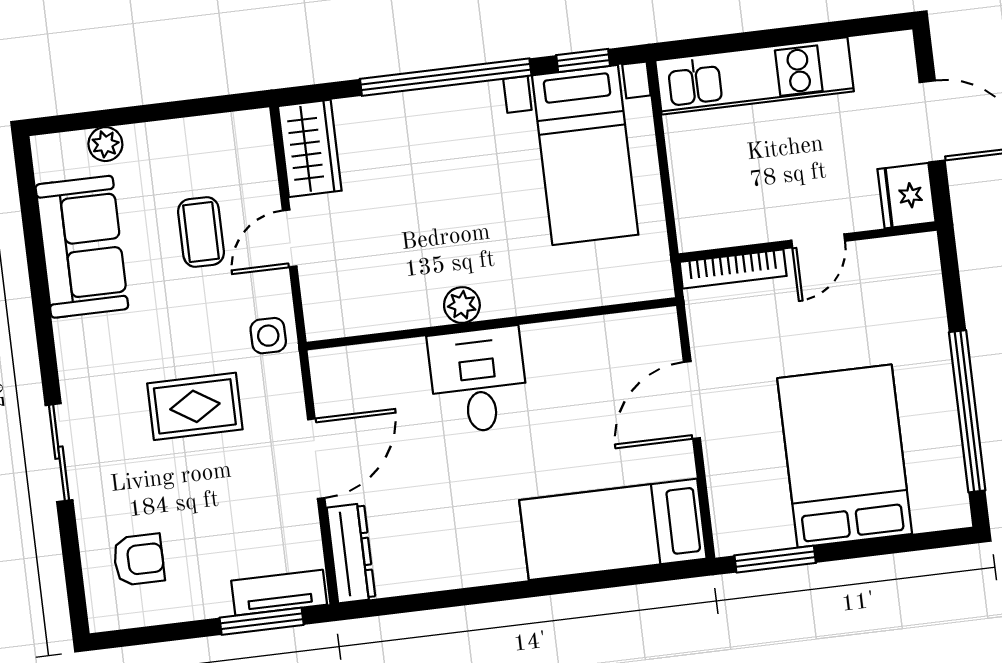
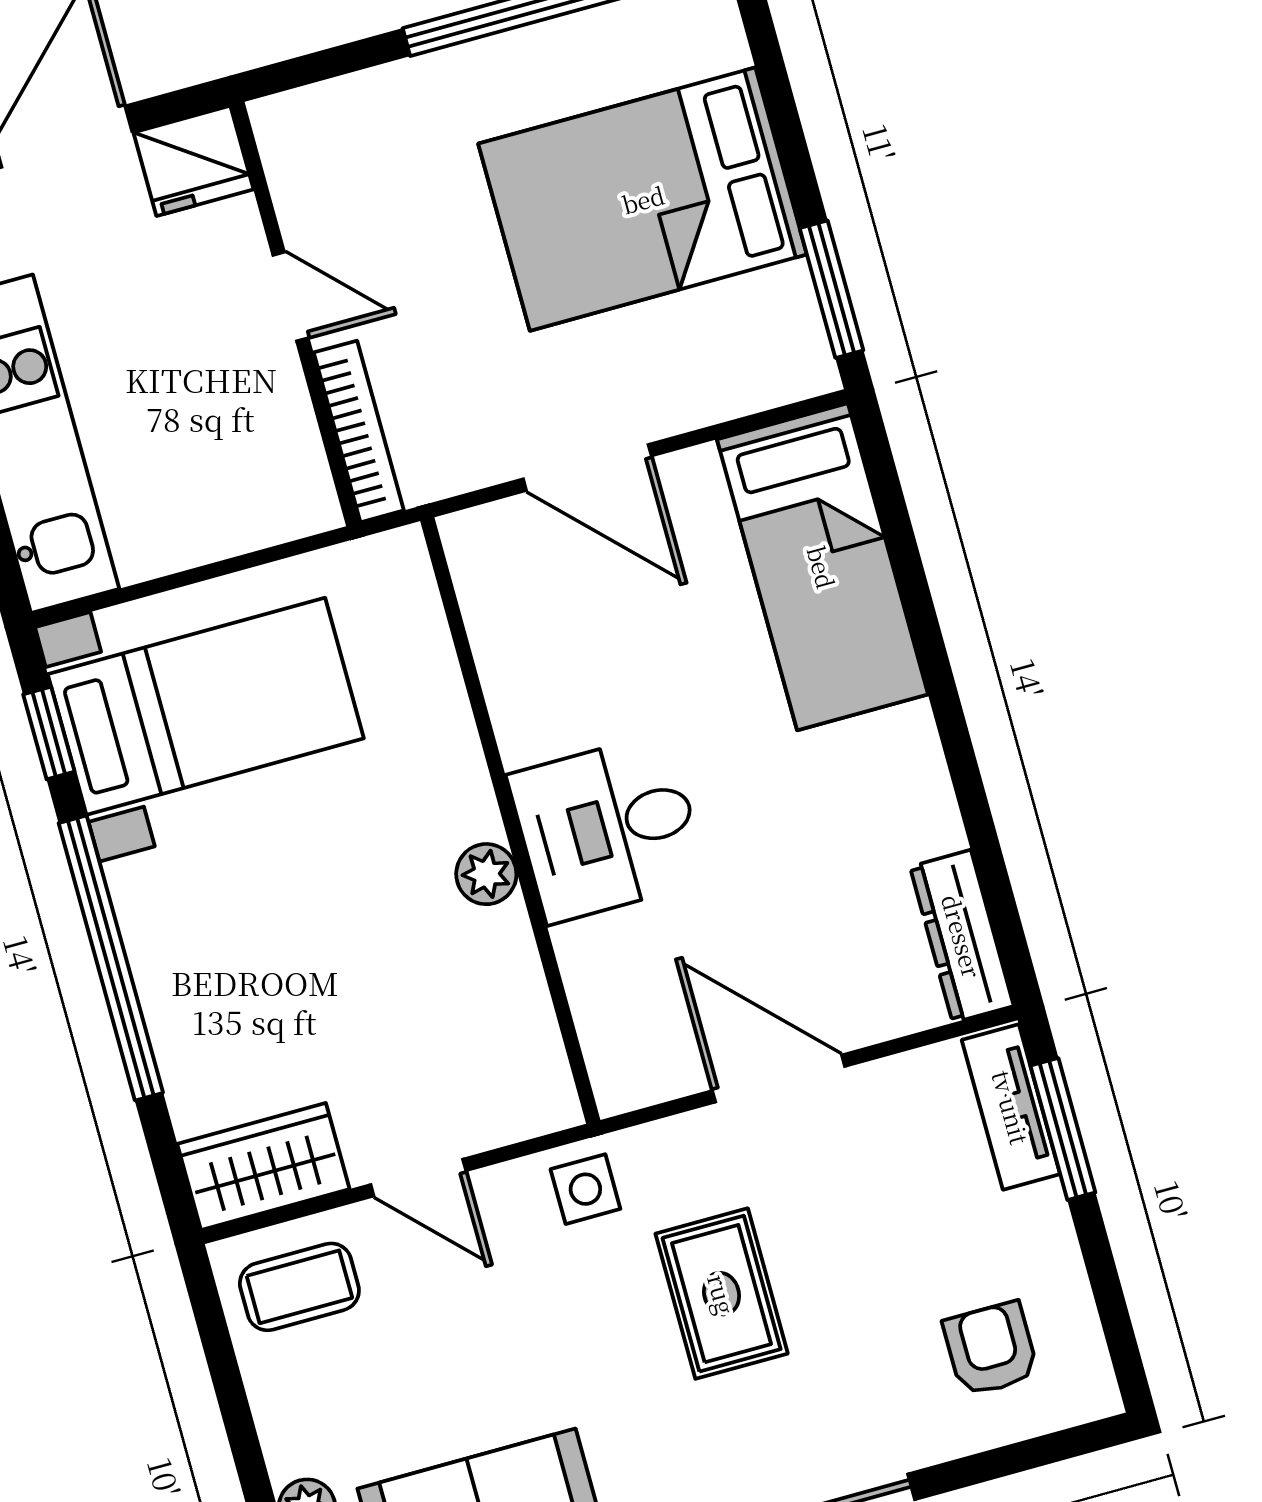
coffee table: (201, 232) -> (299, 1287), moved
dresser: (351, 553) -> (962, 936), moved, turned -90

